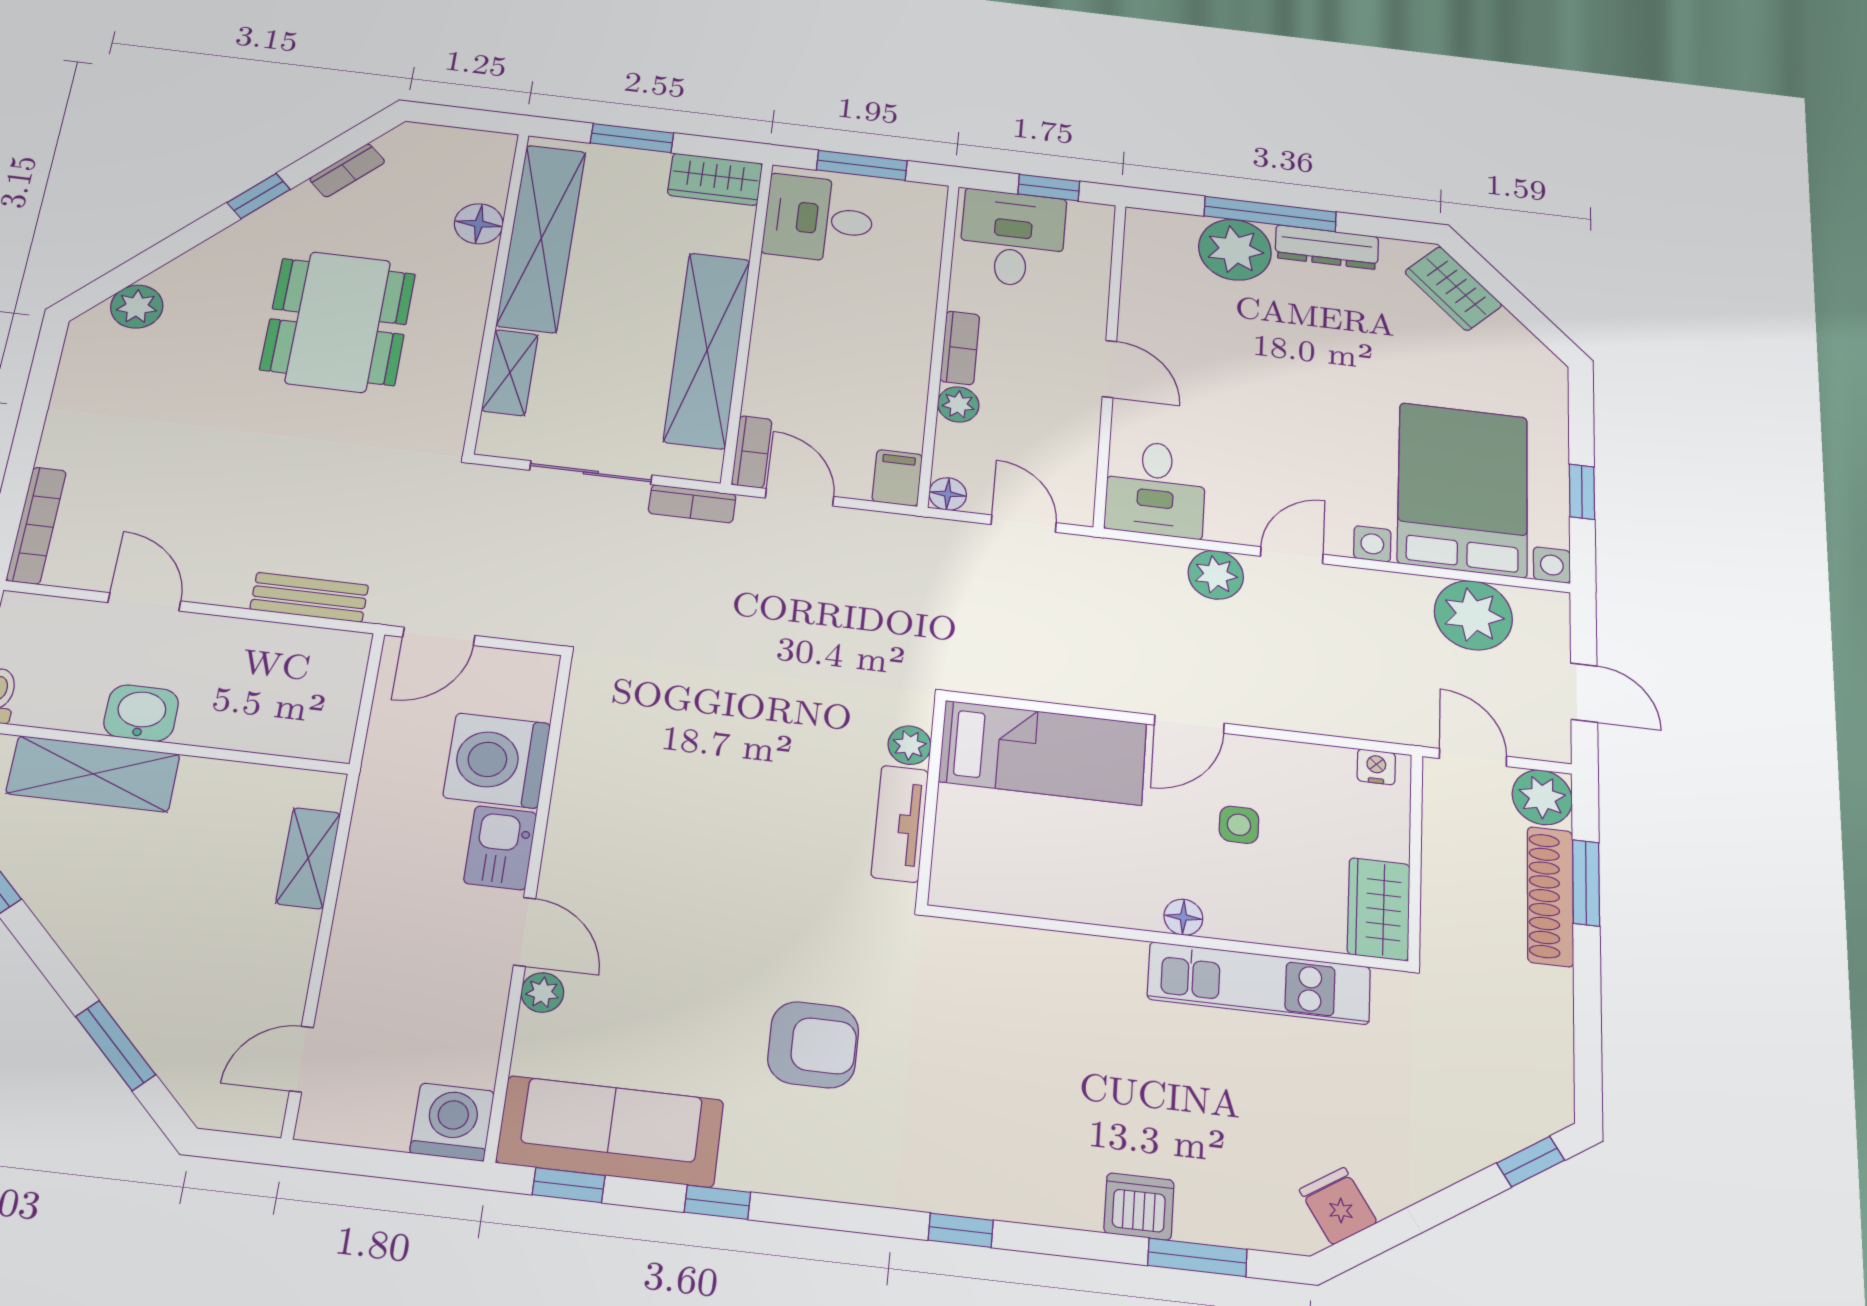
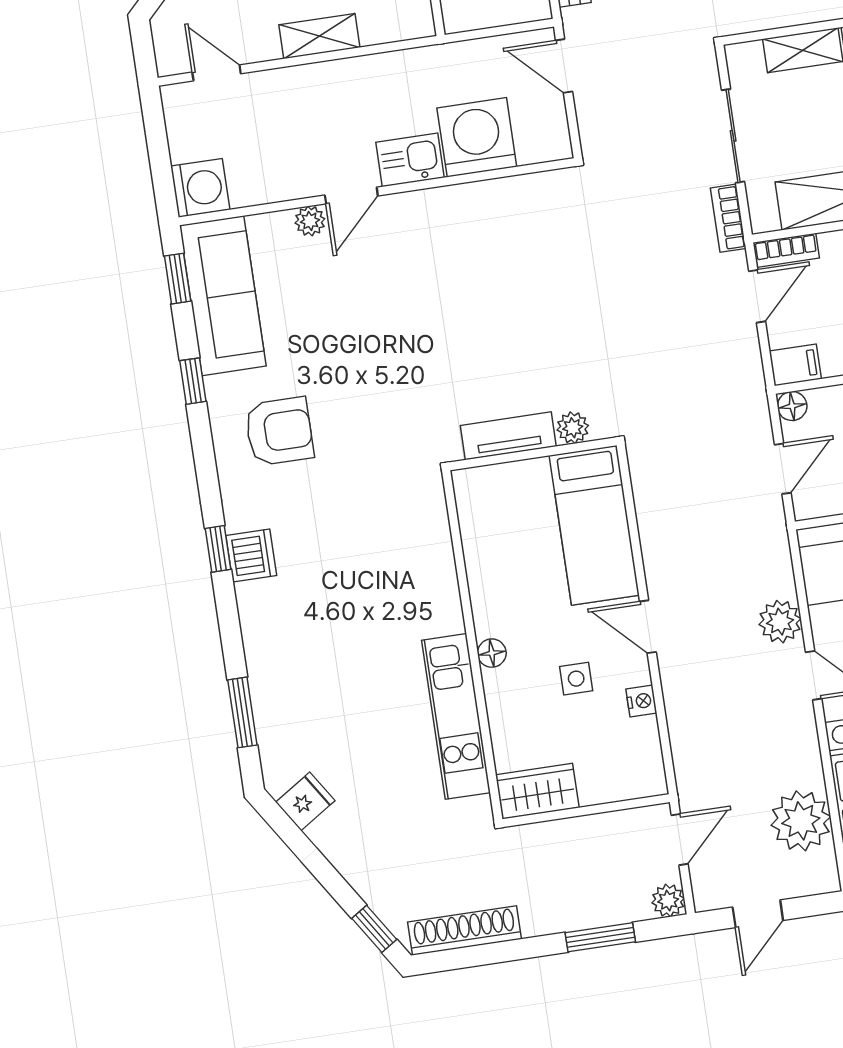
nightstand: (1376, 767) -> (641, 701), moved
plant: (1542, 797) -> (668, 901), width x0.73, depth x0.73
shelving: (308, 858) -> (319, 36), moved
shoe rack: (1550, 896) -> (465, 931), moved
armchair: (813, 1045) -> (279, 431), moved, turned -90
dishwasher: (1139, 1206) -> (251, 555), moved

